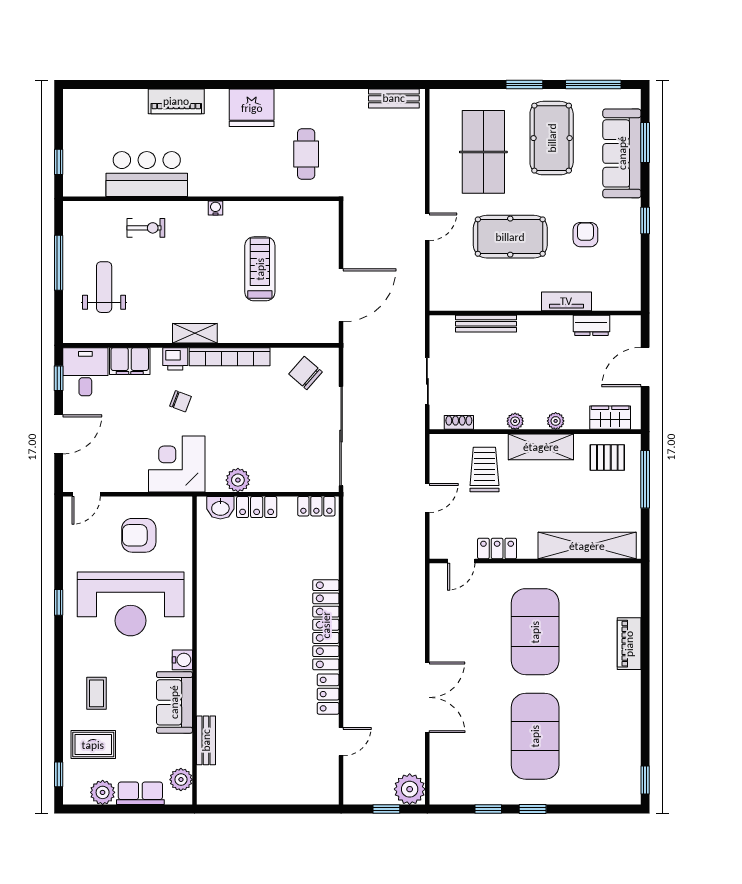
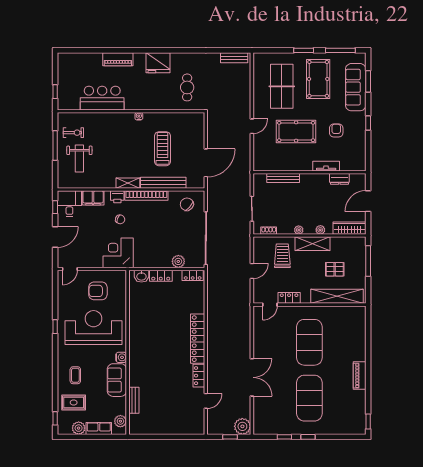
exercise bike: (146, 228) -> (73, 133), moved
weight bench: (104, 287) -> (79, 158), turned 180
bench: (261, 333) -> (163, 183), added
wardrobe: (610, 418) -> (349, 228), width x1.50
pallet: (607, 458) -> (335, 269), moved
plant: (238, 480) -> (178, 261), moved
reception desk: (131, 604) -> (94, 328), turned 180
piano: (629, 644) -> (360, 376), moved

